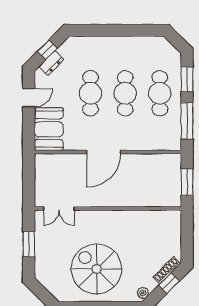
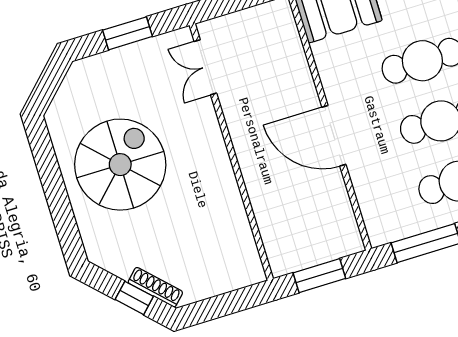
door: (104, 152) -> (334, 136), moved
plant: (143, 293) -> (103, 258), removed

